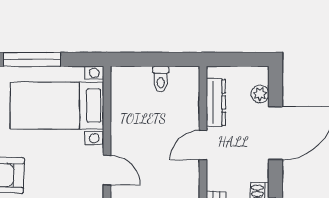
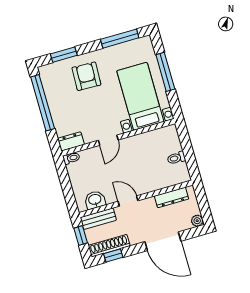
plant: (260, 94) -> (197, 221), moved
door: (203, 145) -> (128, 201), moved

